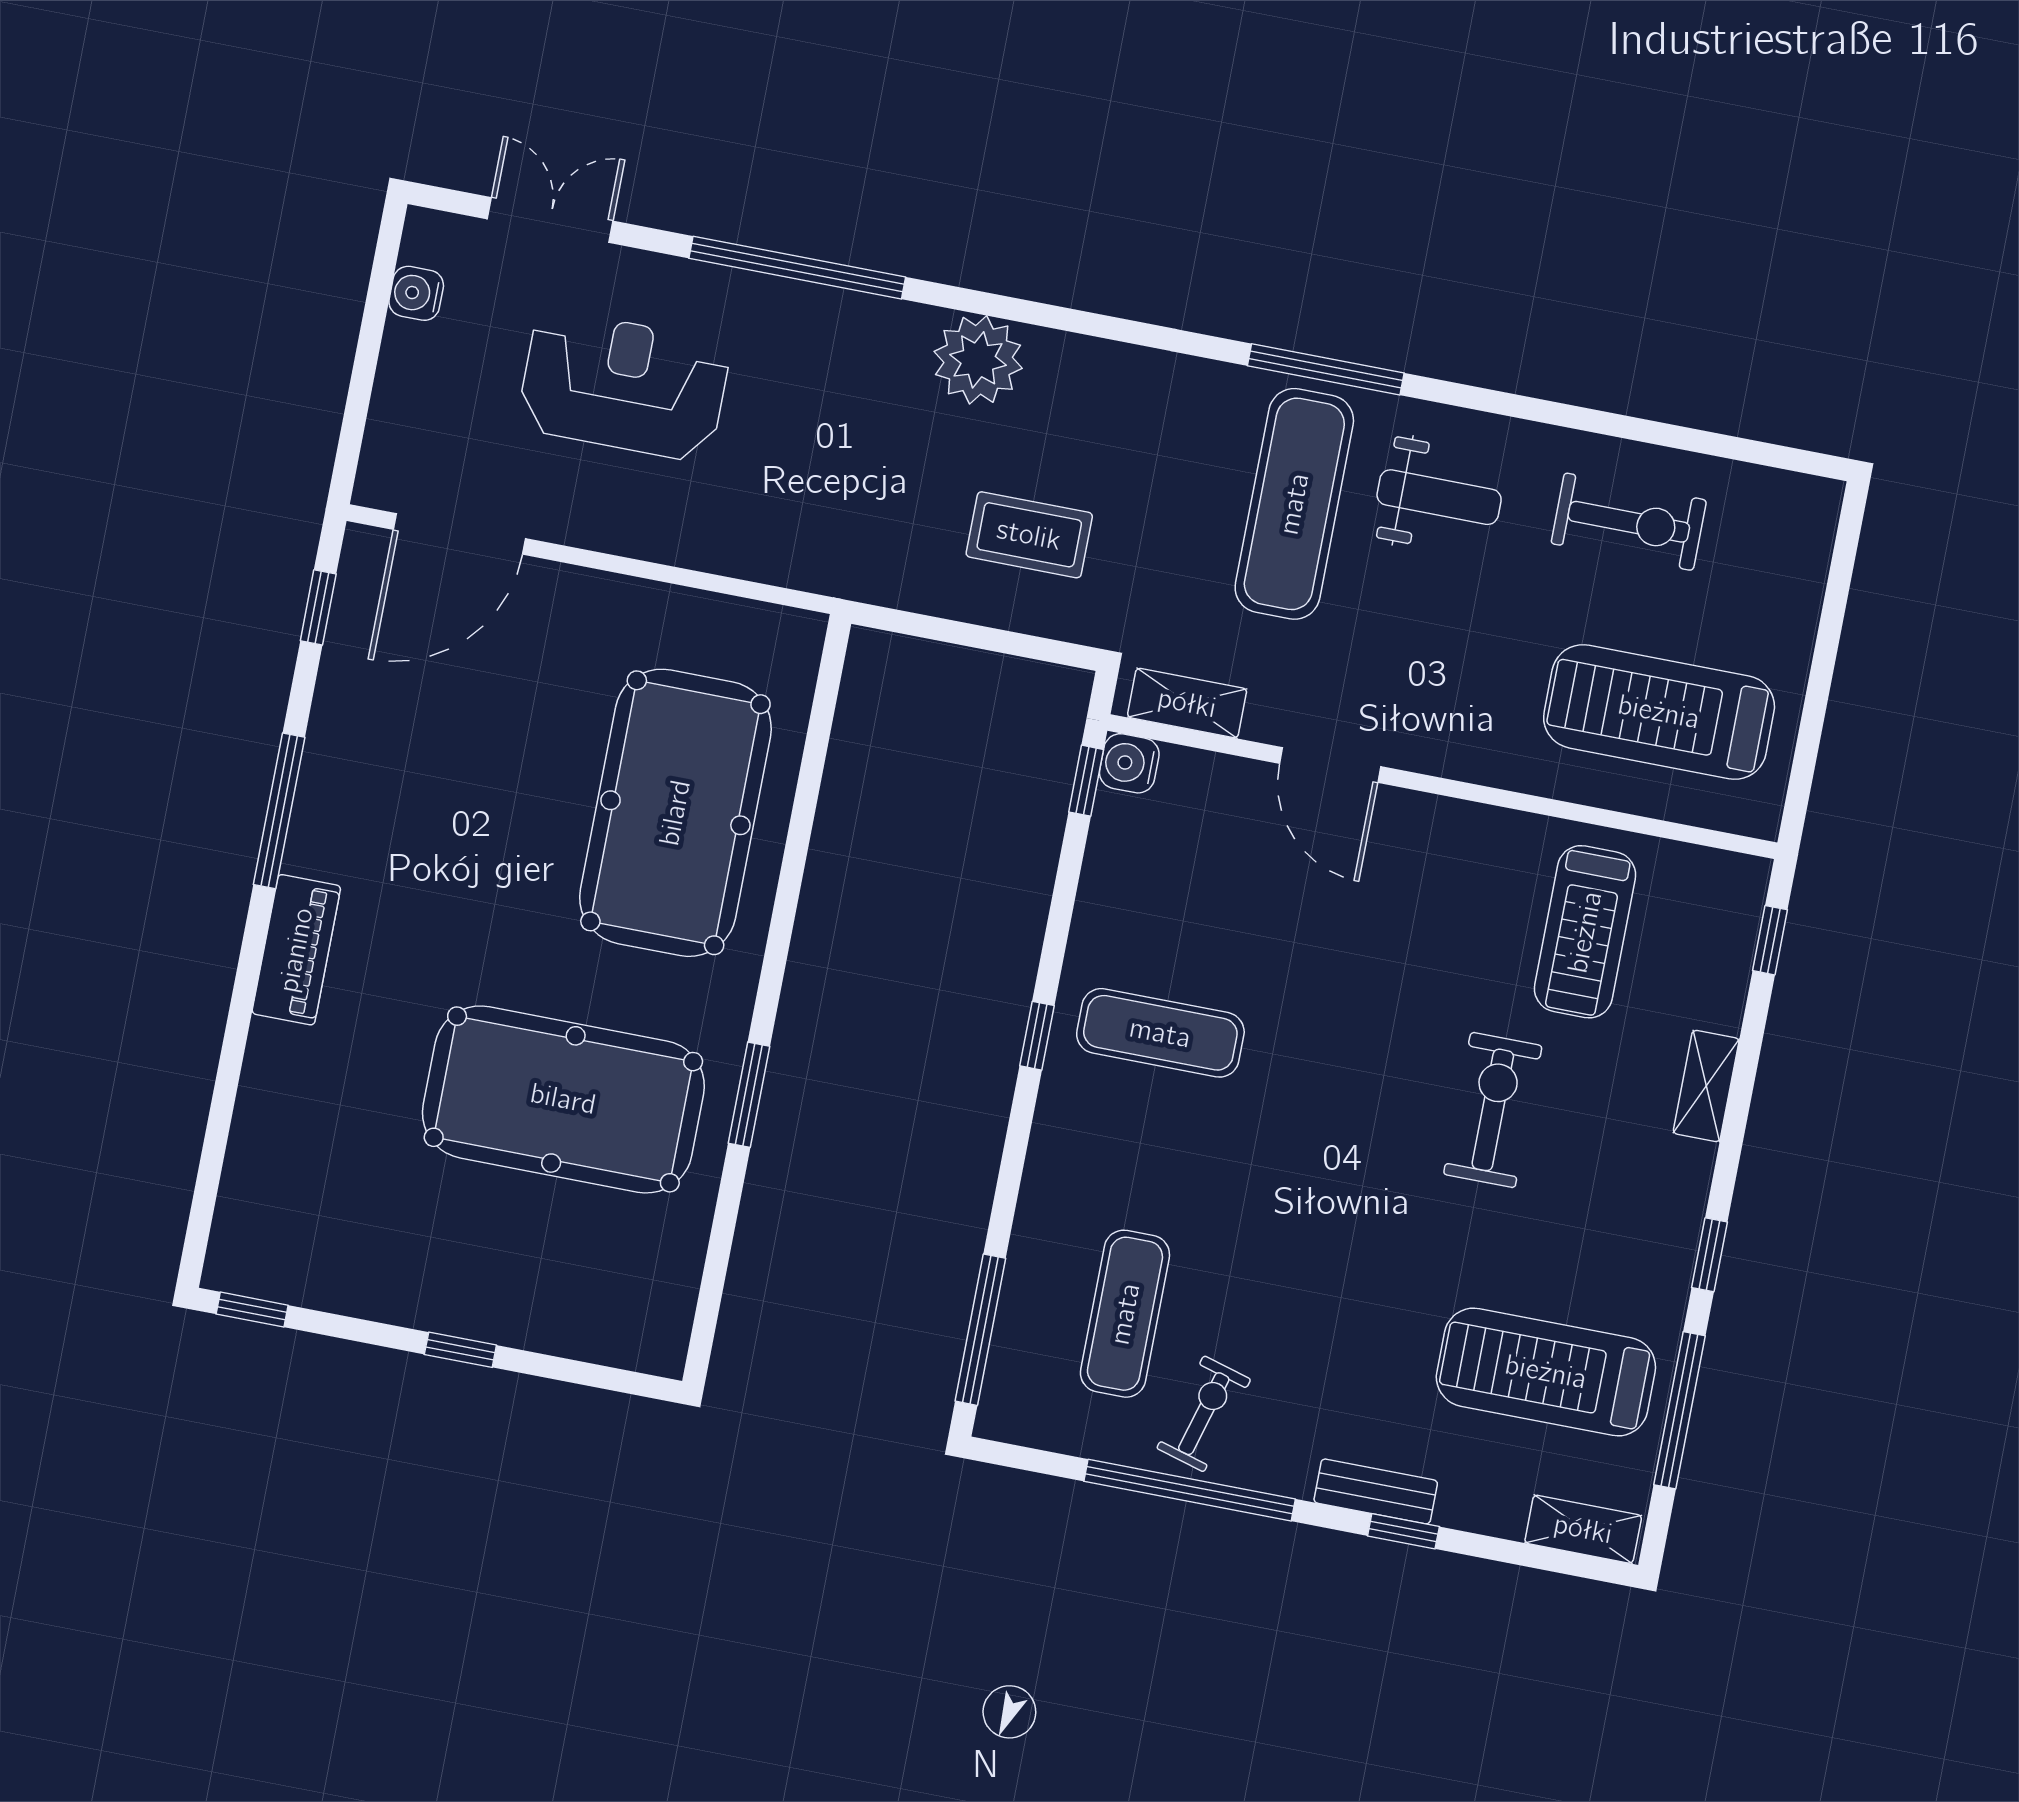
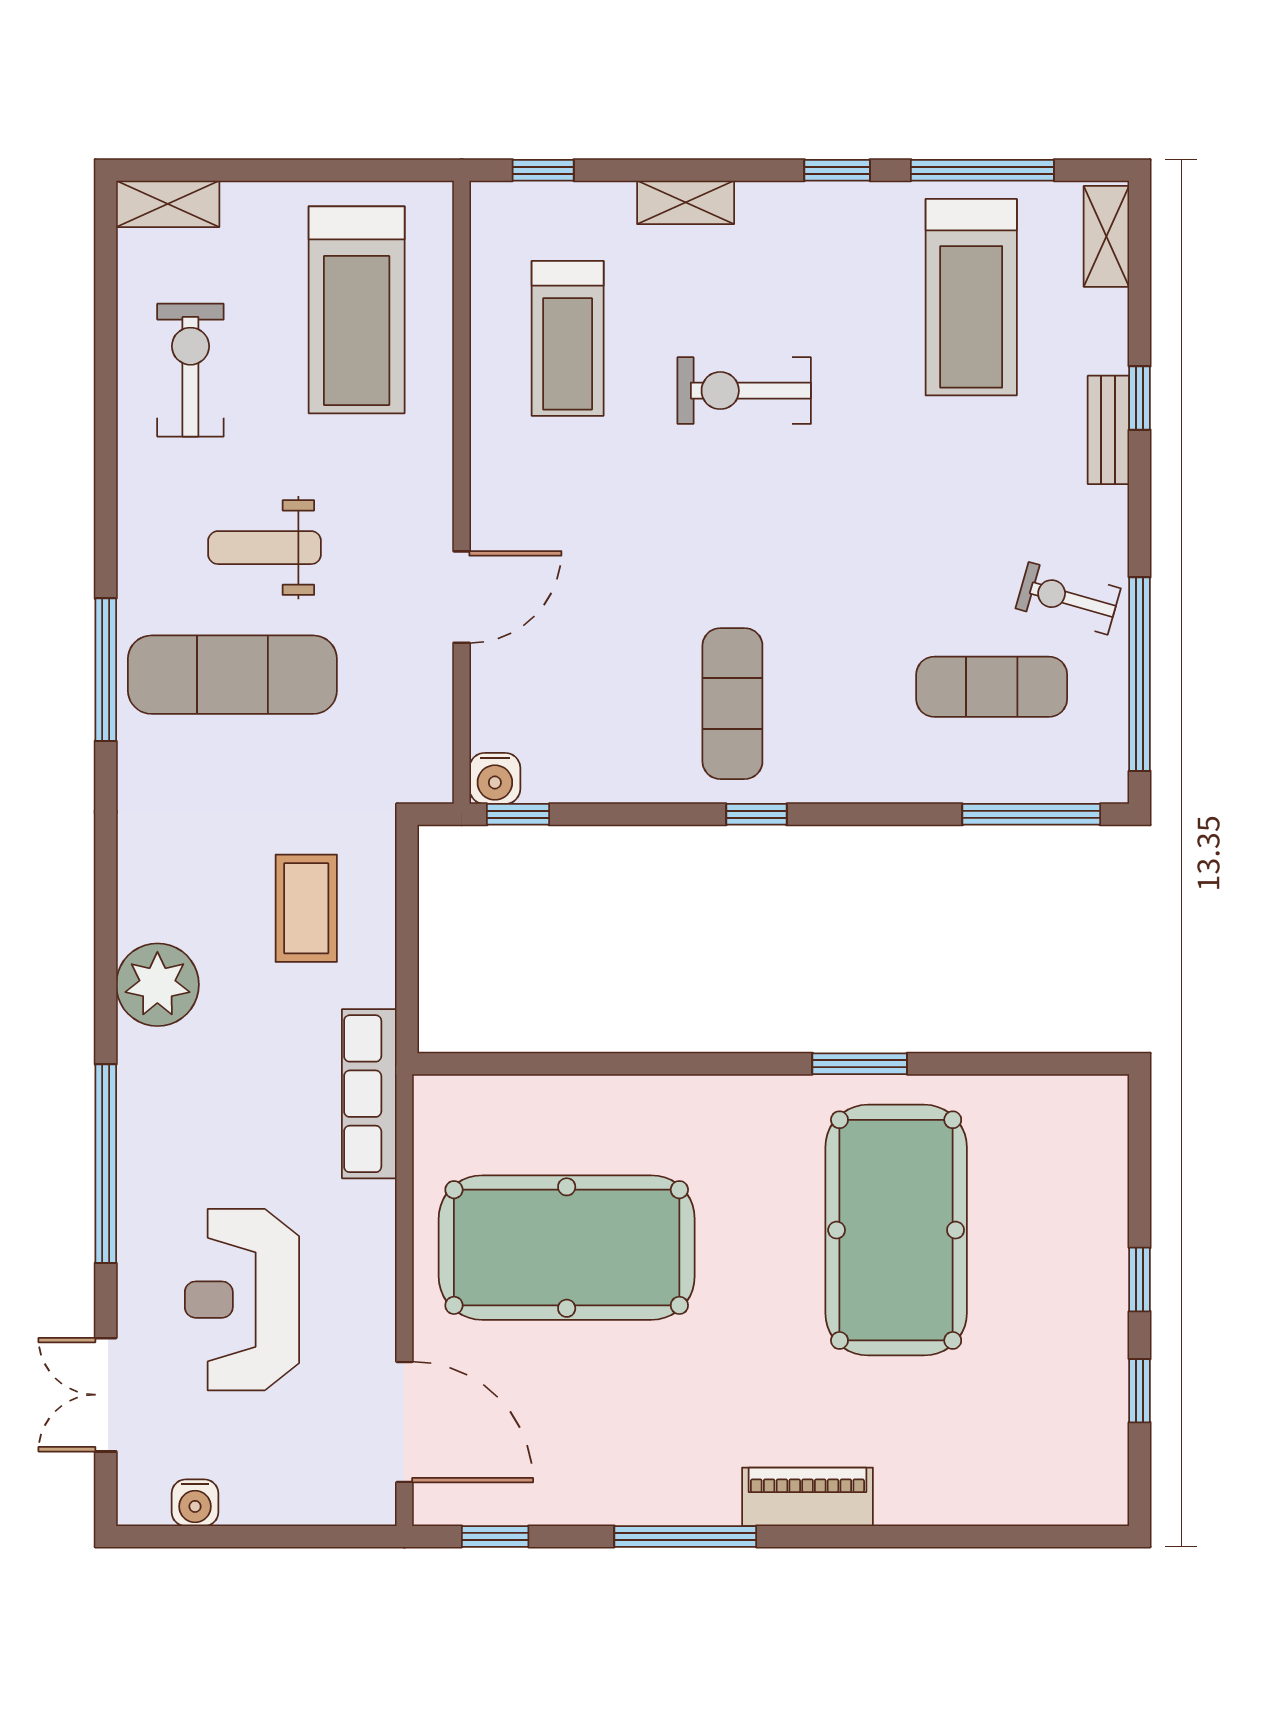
weight bench: (1439, 497) -> (265, 548), moved, turned -90
row of seats: (818, 564) -> (369, 1094), added
shelving: (1187, 703) -> (168, 204), moved, turned 90
pool table: (675, 813) -> (567, 1248), moved
treadmill: (1585, 932) -> (568, 338), turned 90
window: (252, 1310) -> (1140, 1391), moved
window: (1190, 1490) -> (1140, 674), moved

